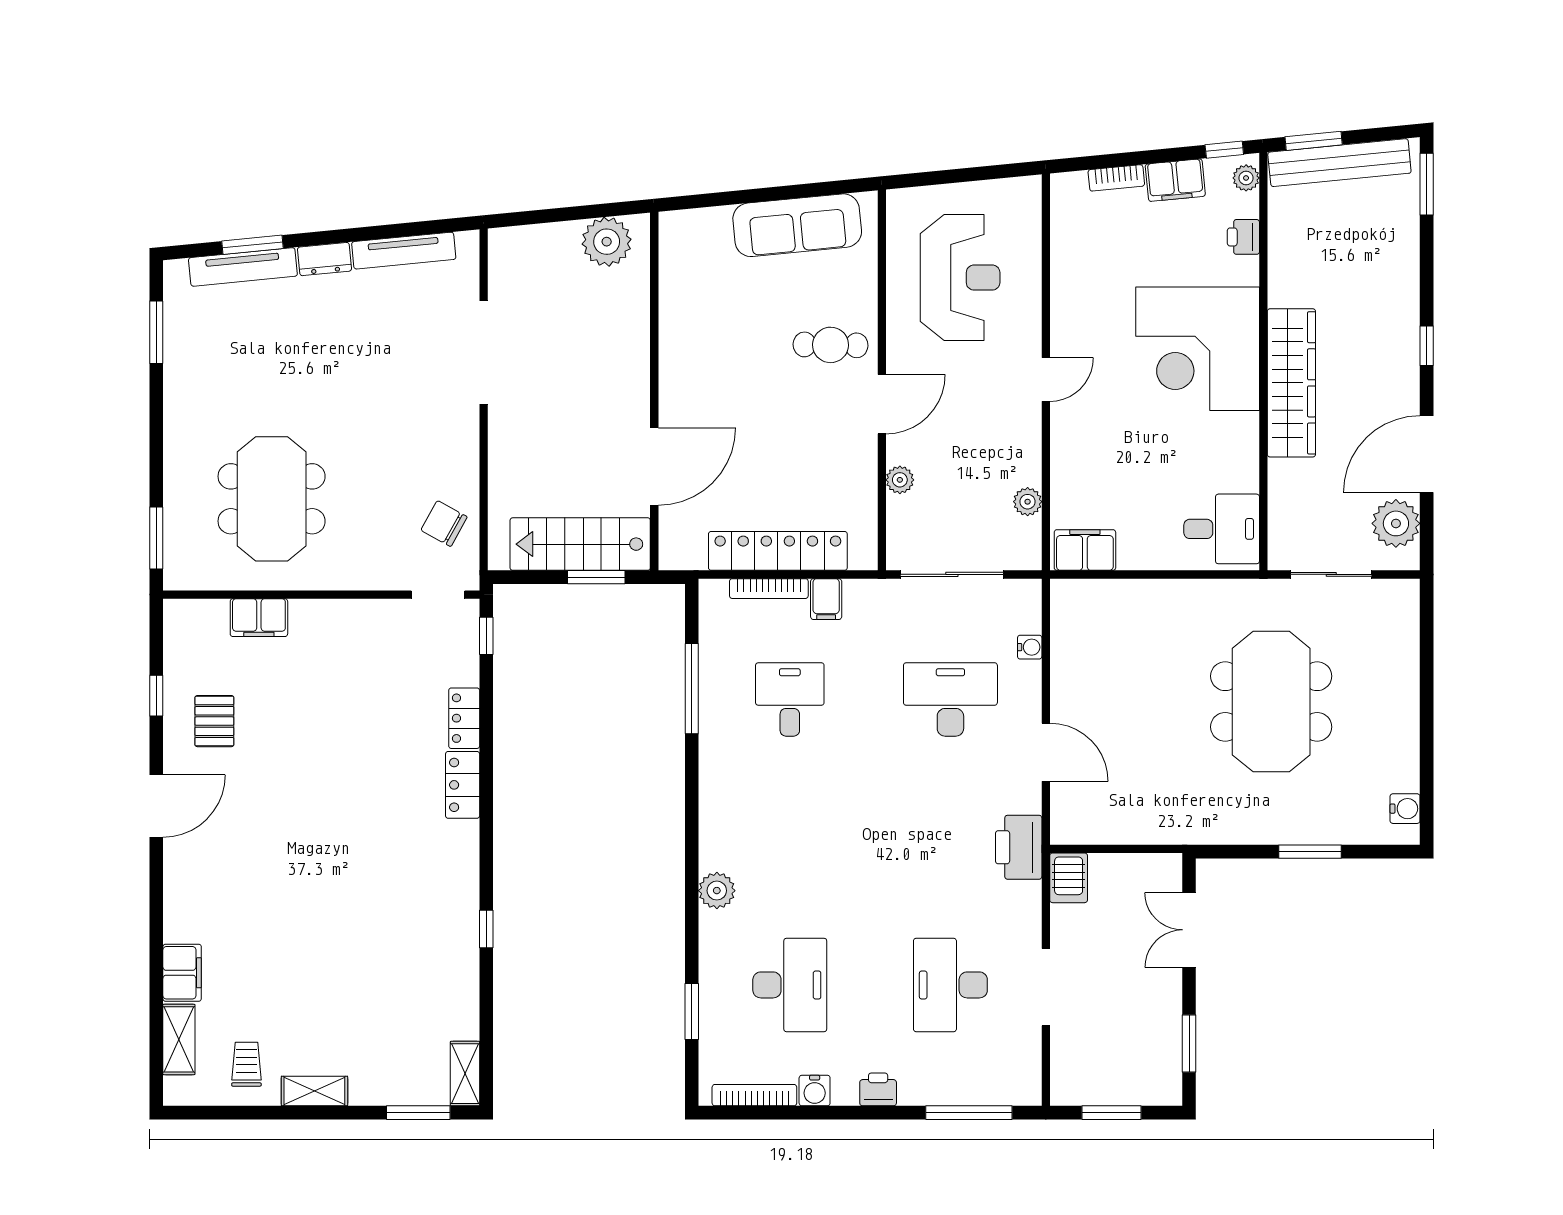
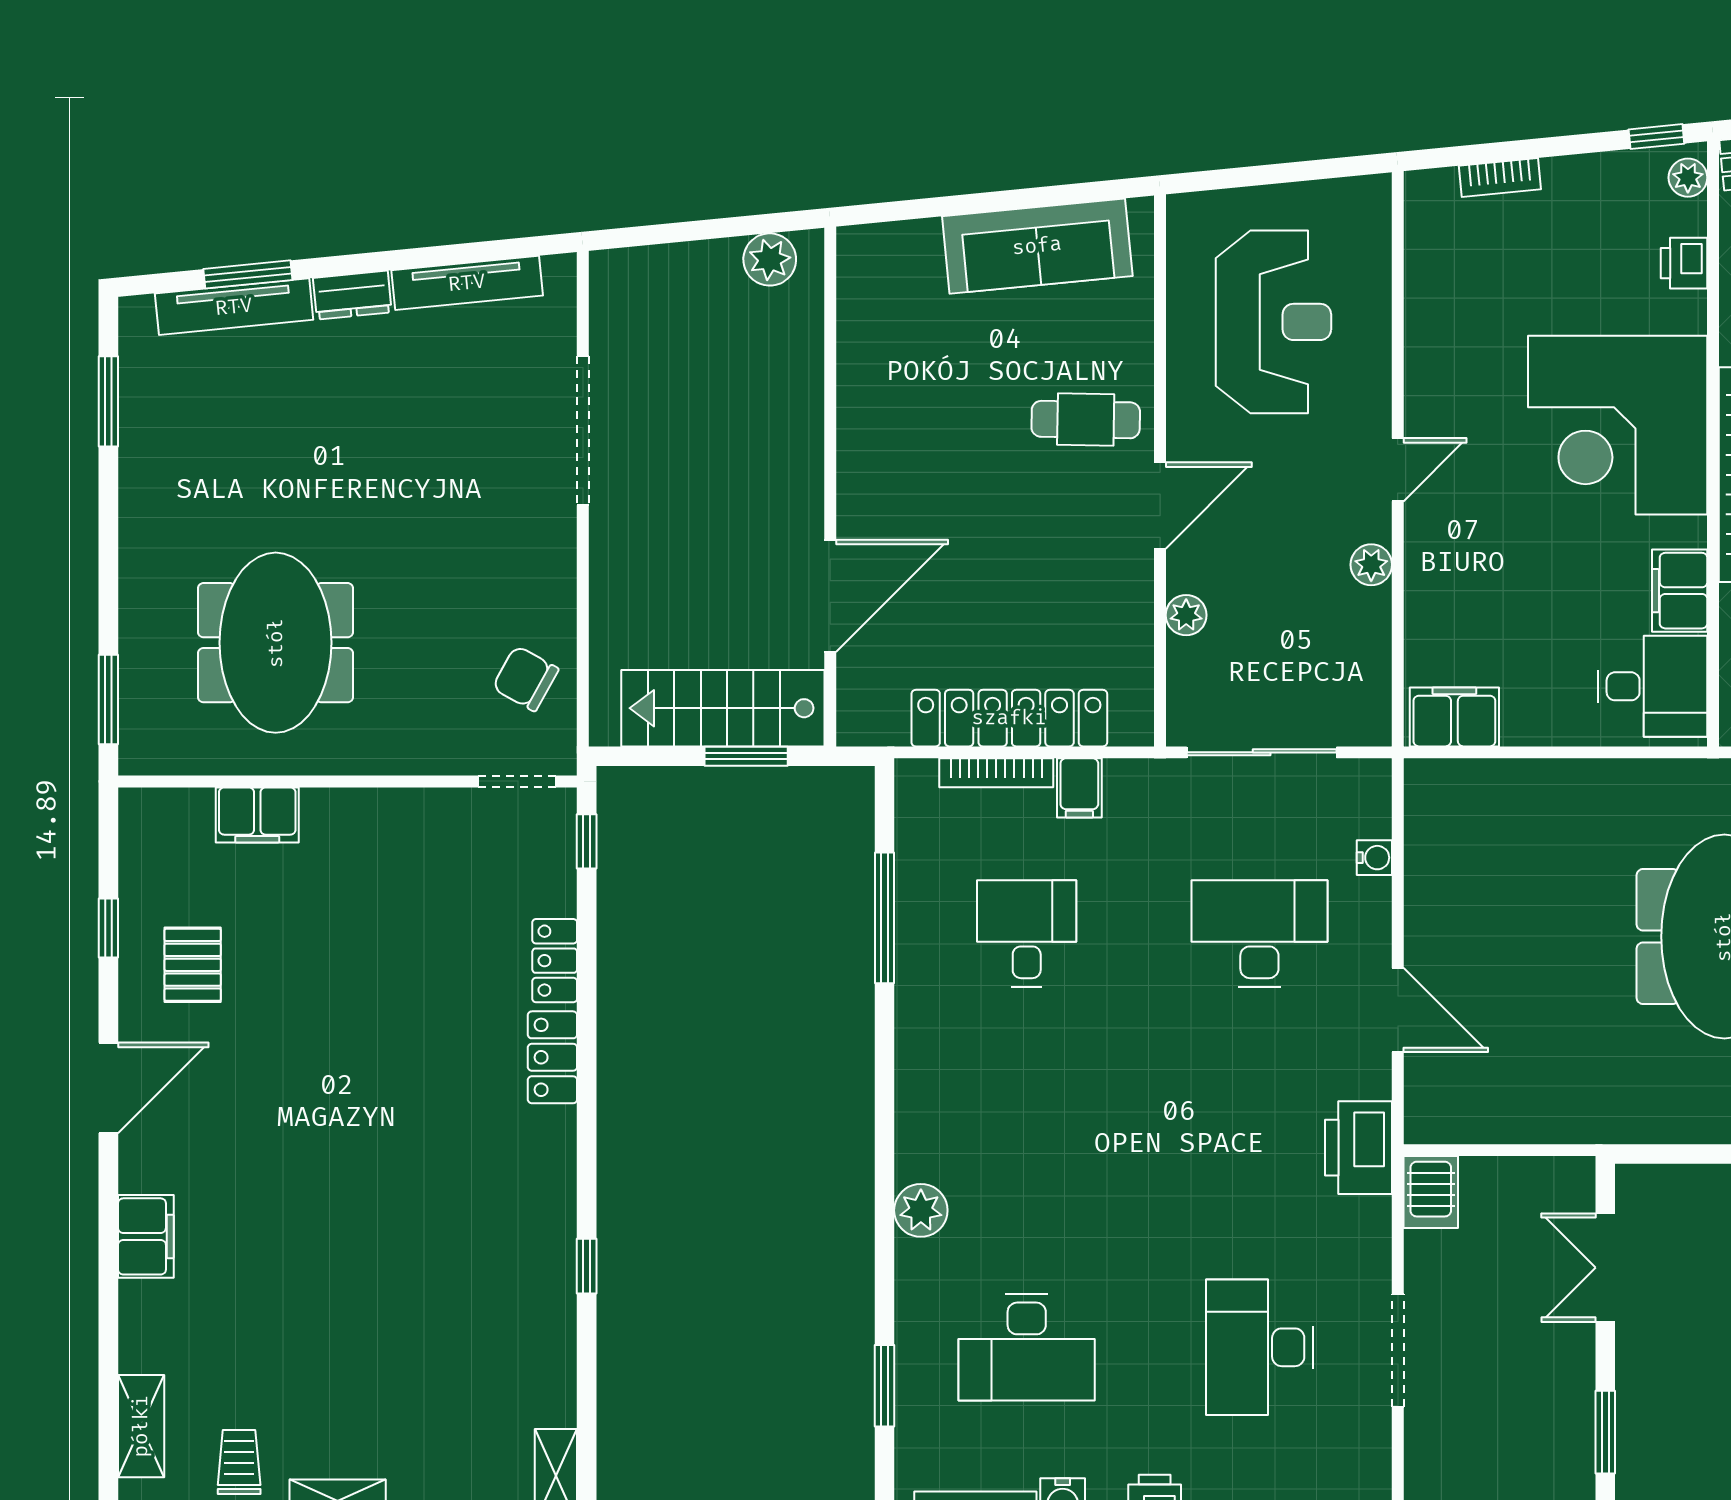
filing cabinet: (1175, 180) -> (1680, 591), moved, turned 96
plant: (607, 242) -> (770, 259), width x0.73, depth x0.73
plant: (1028, 502) -> (1371, 565), moved
filing cabinet: (182, 973) -> (146, 1236), moved
desk: (790, 985) -> (1027, 1347), turned 90

